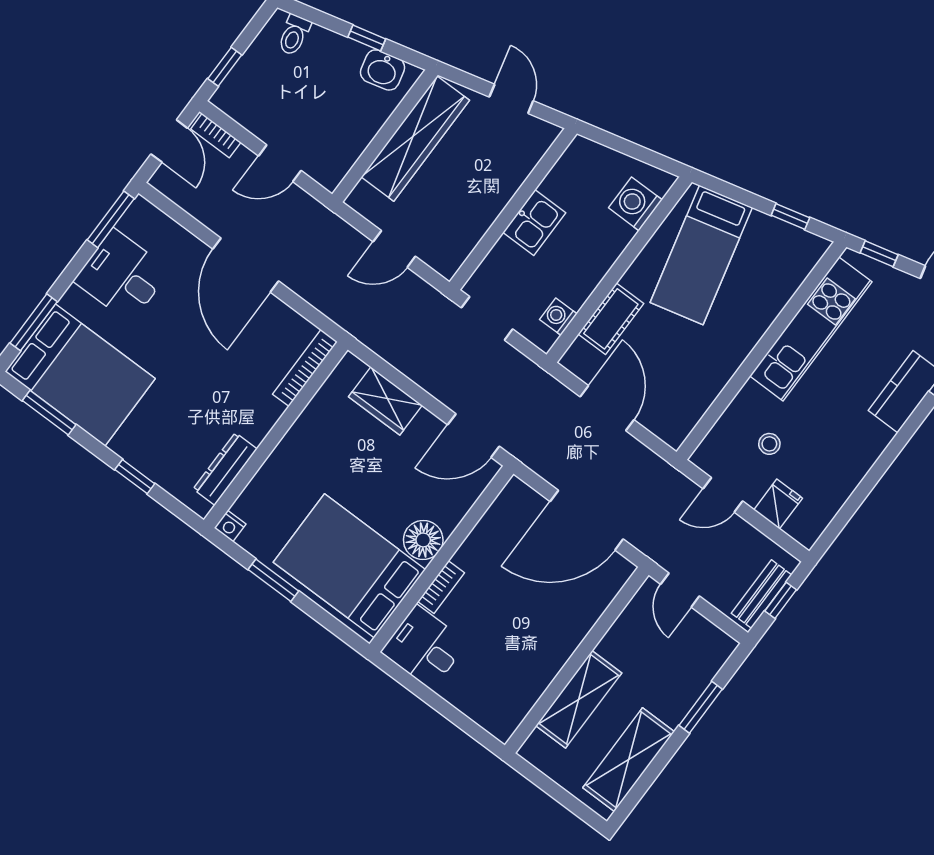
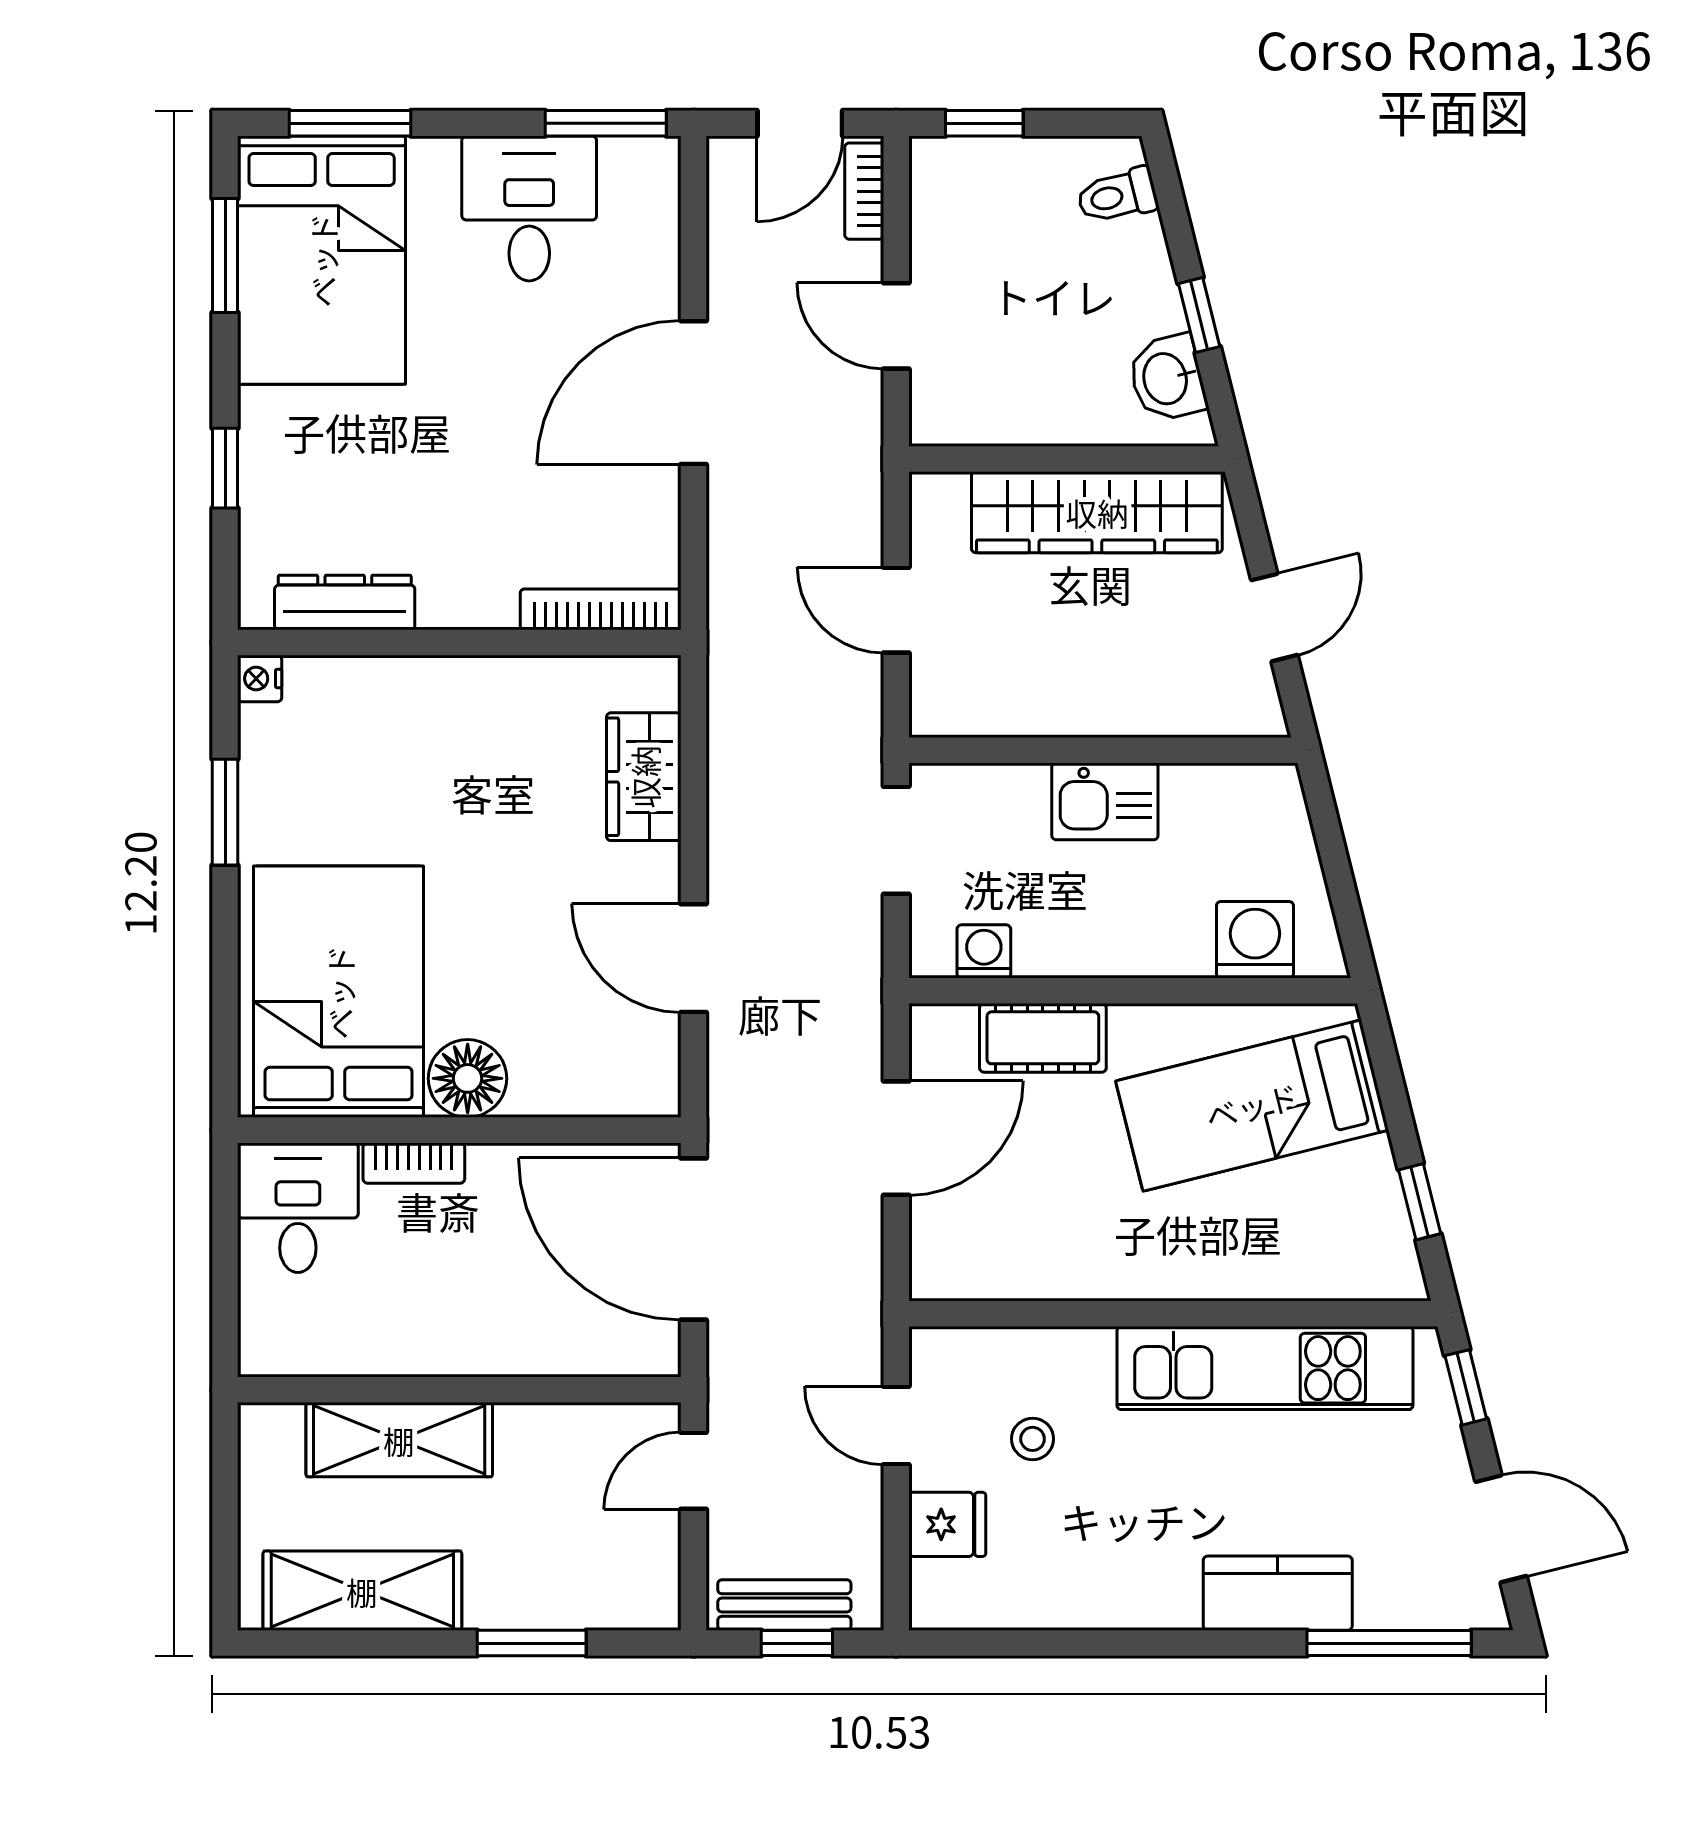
floor lamp: (423, 540) -> (468, 1078), moved
wall: (442, 559) -> (459, 1130), moved
bed: (349, 566) -> (339, 992), moved
bookcase: (441, 587) -> (414, 1163), moved
desk: (424, 647) -> (298, 1208), moved

